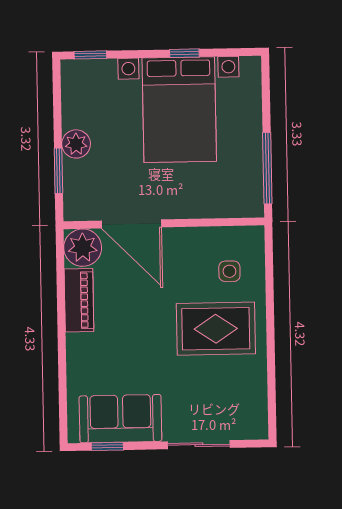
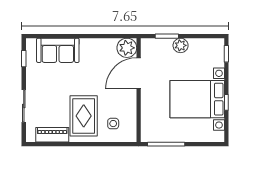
piano: (79, 300) -> (52, 135), moved, turned 180
sofa: (120, 419) -> (58, 50), moved, turned 90

